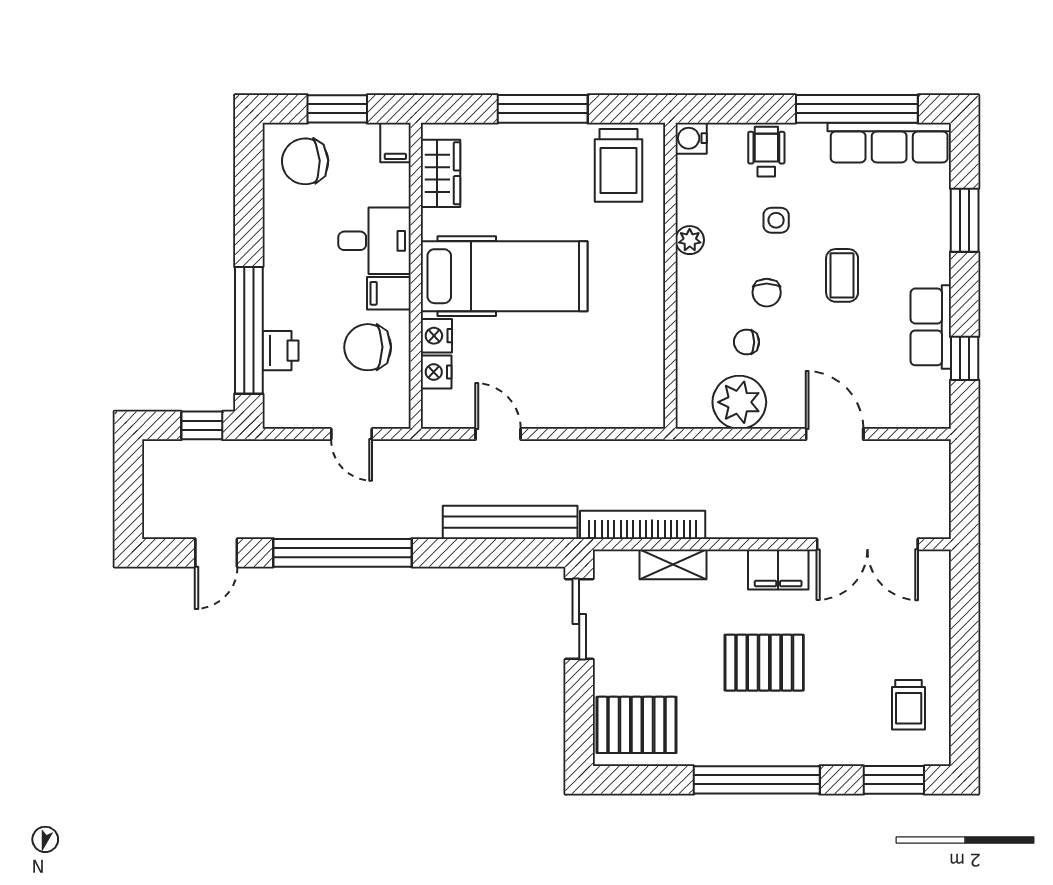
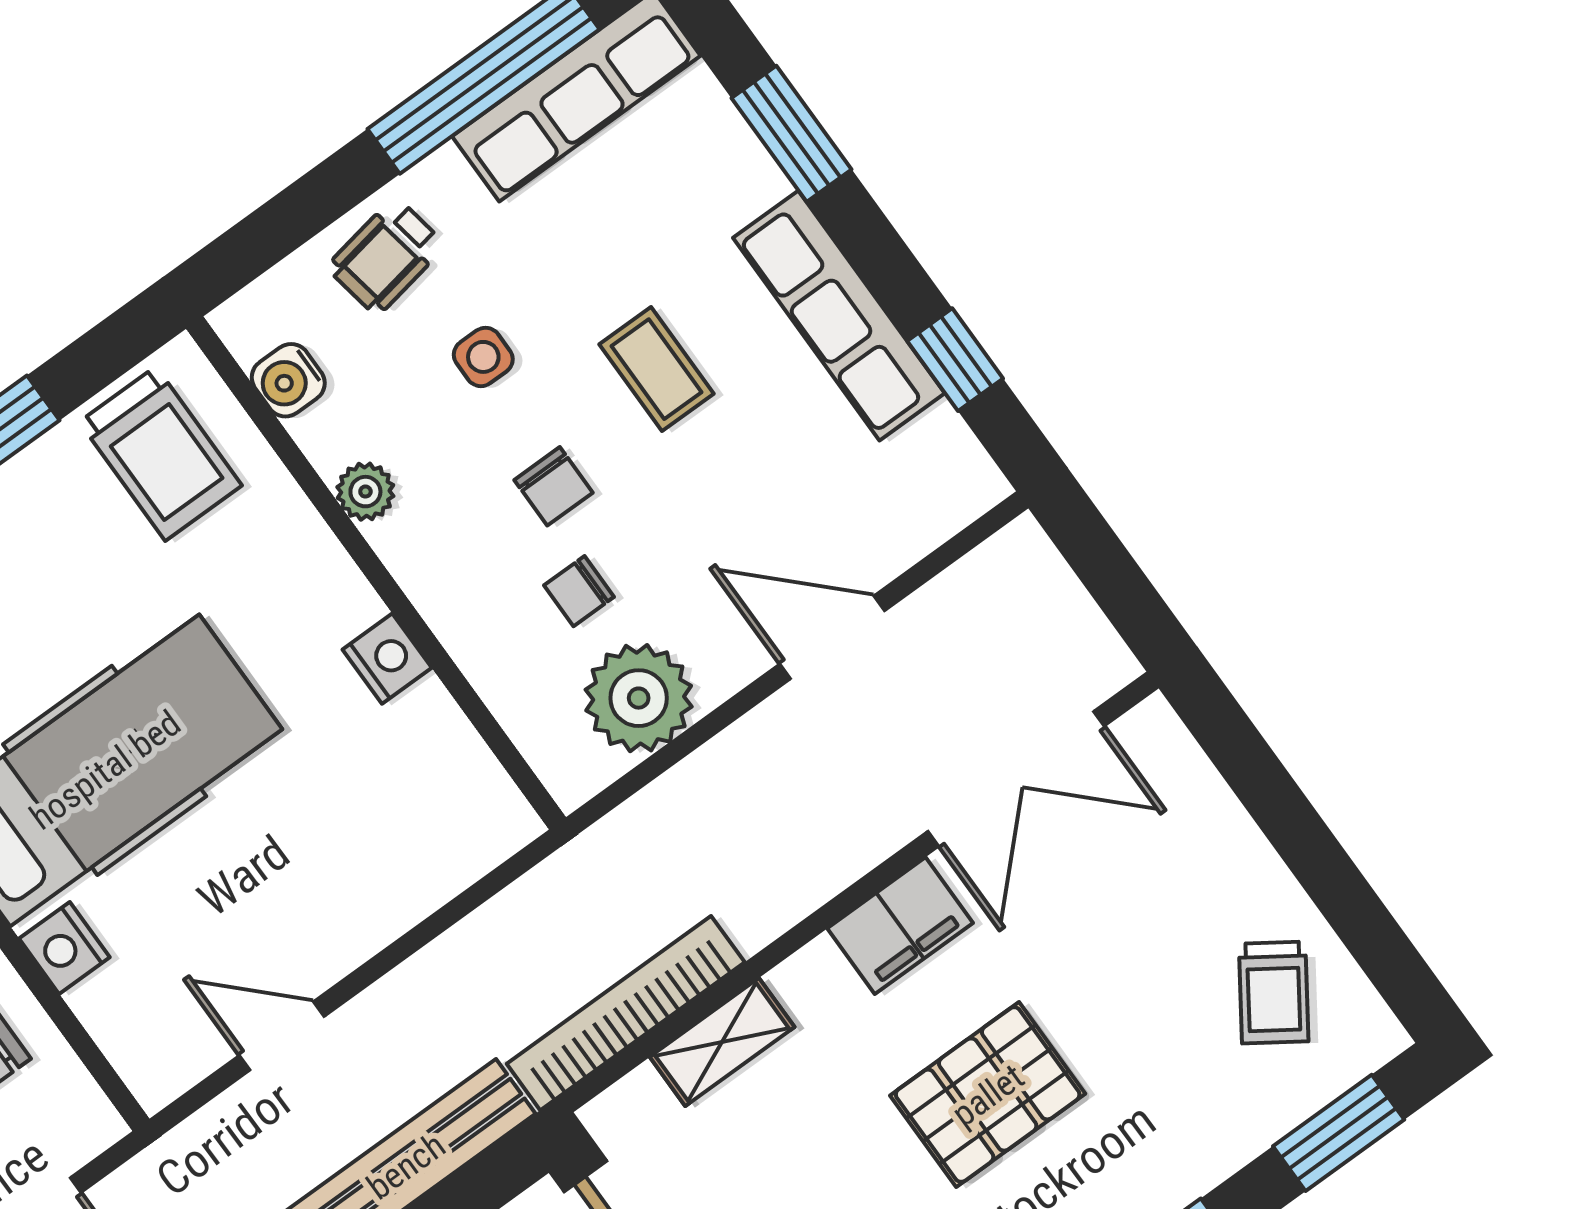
water cooler: (691, 138) -> (288, 380), moved
wheelchair: (766, 152) -> (386, 256), turned -100
row of seats: (931, 327) -> (839, 316), width x1.48
nightstand: (436, 372) -> (387, 659), moved, turned 180
trolley: (909, 705) -> (1274, 992), turned 34

